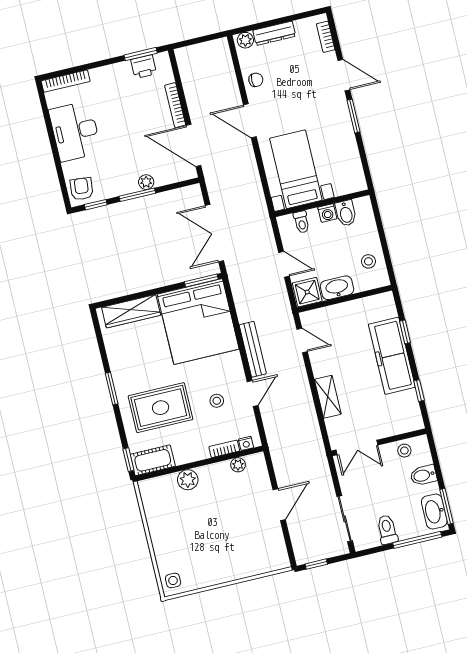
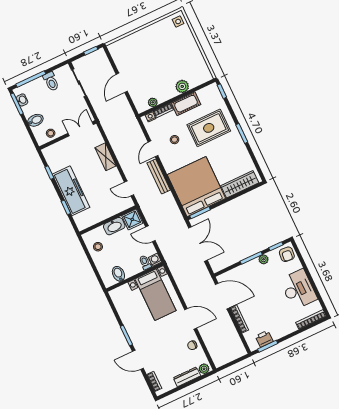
plant: (146, 182) -> (264, 259), moved
washing machine: (327, 213) -> (155, 260), moved
cot: (153, 460) -> (186, 104), moved
washbasin: (434, 511) -> (22, 100), width x0.52, depth x0.69

